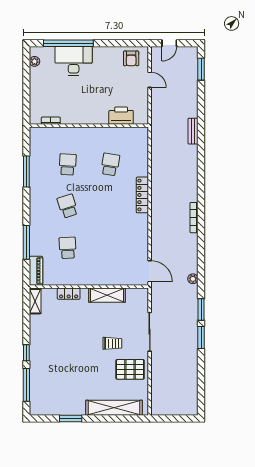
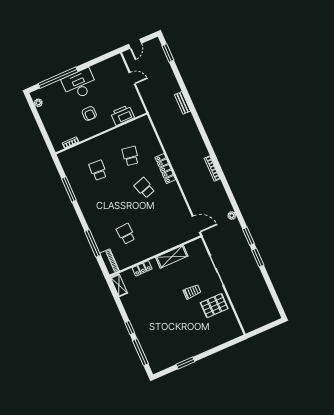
armchair: (131, 58) -> (89, 114), moved
desk: (74, 61) -> (79, 84), moved
school desk: (68, 206) -> (144, 188), moved
shelving: (114, 408) -> (215, 340), removed

